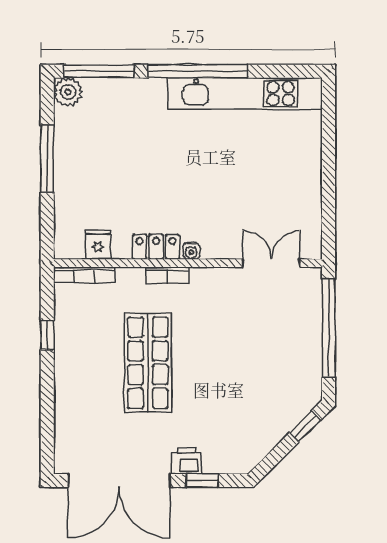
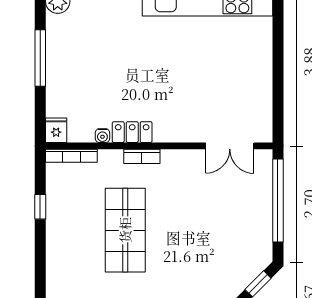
fridge: (98, 245) -> (56, 130), moved
water cooler: (191, 251) -> (102, 136), moved
double door: (272, 263) -> (230, 146), swing flipped

